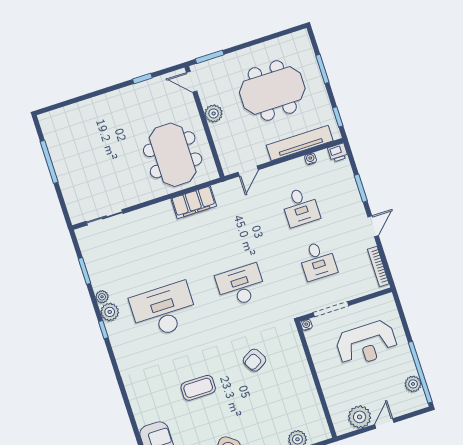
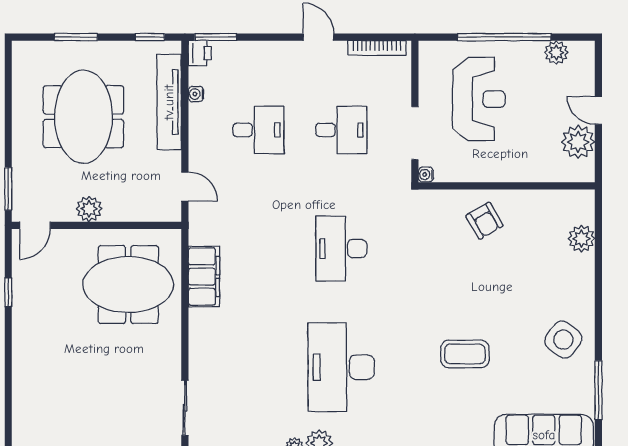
window: (361, 188) -> (216, 37), moved
armchair: (255, 360) -> (484, 221), moved
window: (420, 372) -> (504, 37), moved
coffee table: (198, 388) -> (465, 354), turned 90

